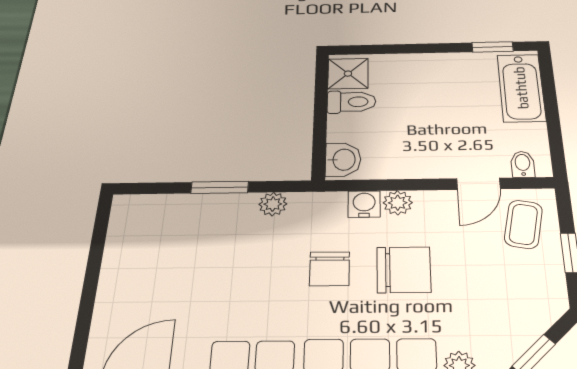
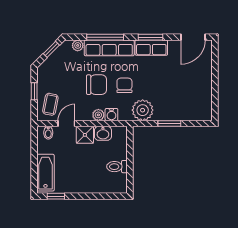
shower: (348, 74) -> (85, 135), moved
washbasin: (343, 160) -> (103, 133), moved, turned -90
plant: (273, 204) -> (143, 110), width x1.87, depth x1.87
chair: (404, 270) -> (97, 85), turned 180

